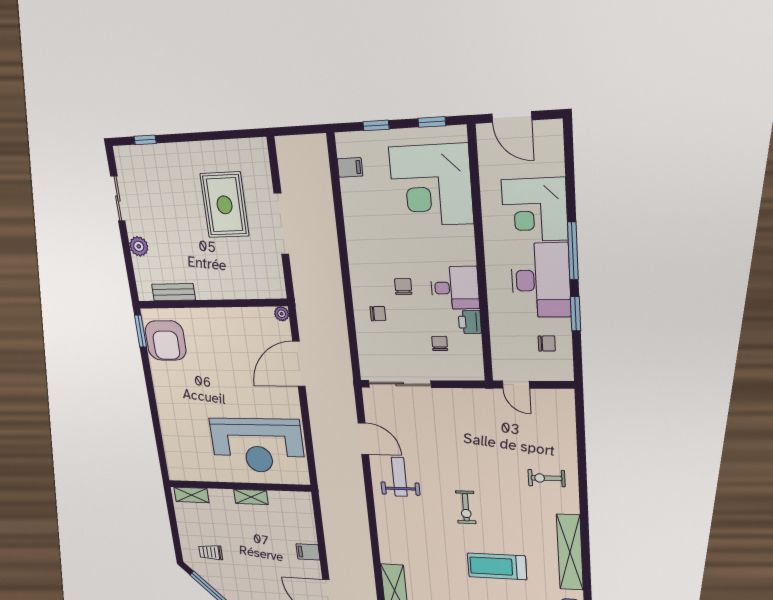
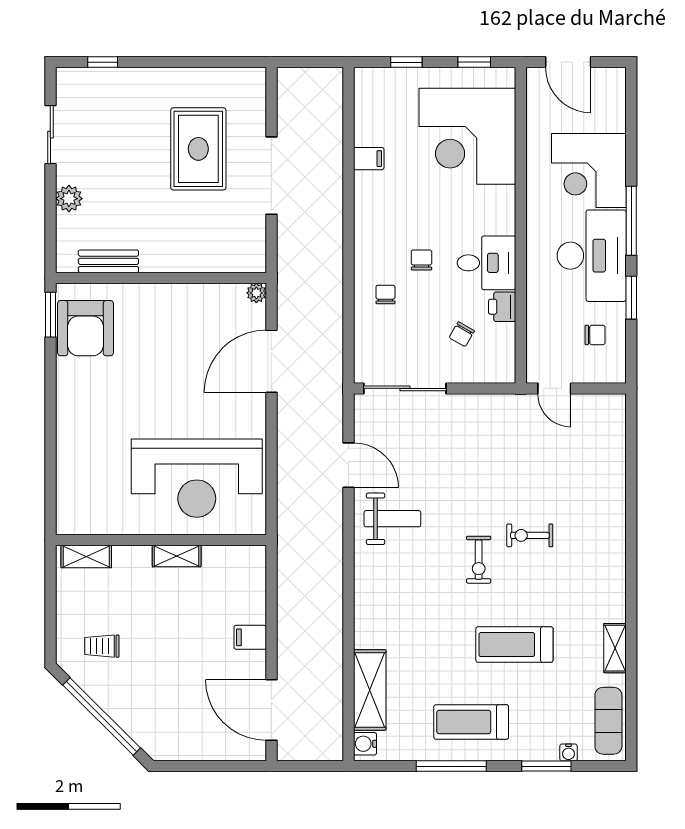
filing cabinet: (350, 167) -> (369, 159), moved
chair: (378, 314) -> (385, 294), turned -90
chair: (440, 343) -> (462, 334), turned -150
weight bench: (399, 477) -> (392, 519), turned 90
exercise bike: (546, 478) -> (530, 535), moved
shelving: (570, 552) -> (615, 648), width x0.45, depth x0.75

